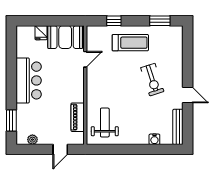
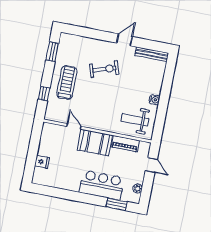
booth: (65, 37) -> (95, 143), moved, turned 90
bar counter: (29, 80) -> (102, 185), moved
water cooler: (154, 139) -> (155, 100), moved

